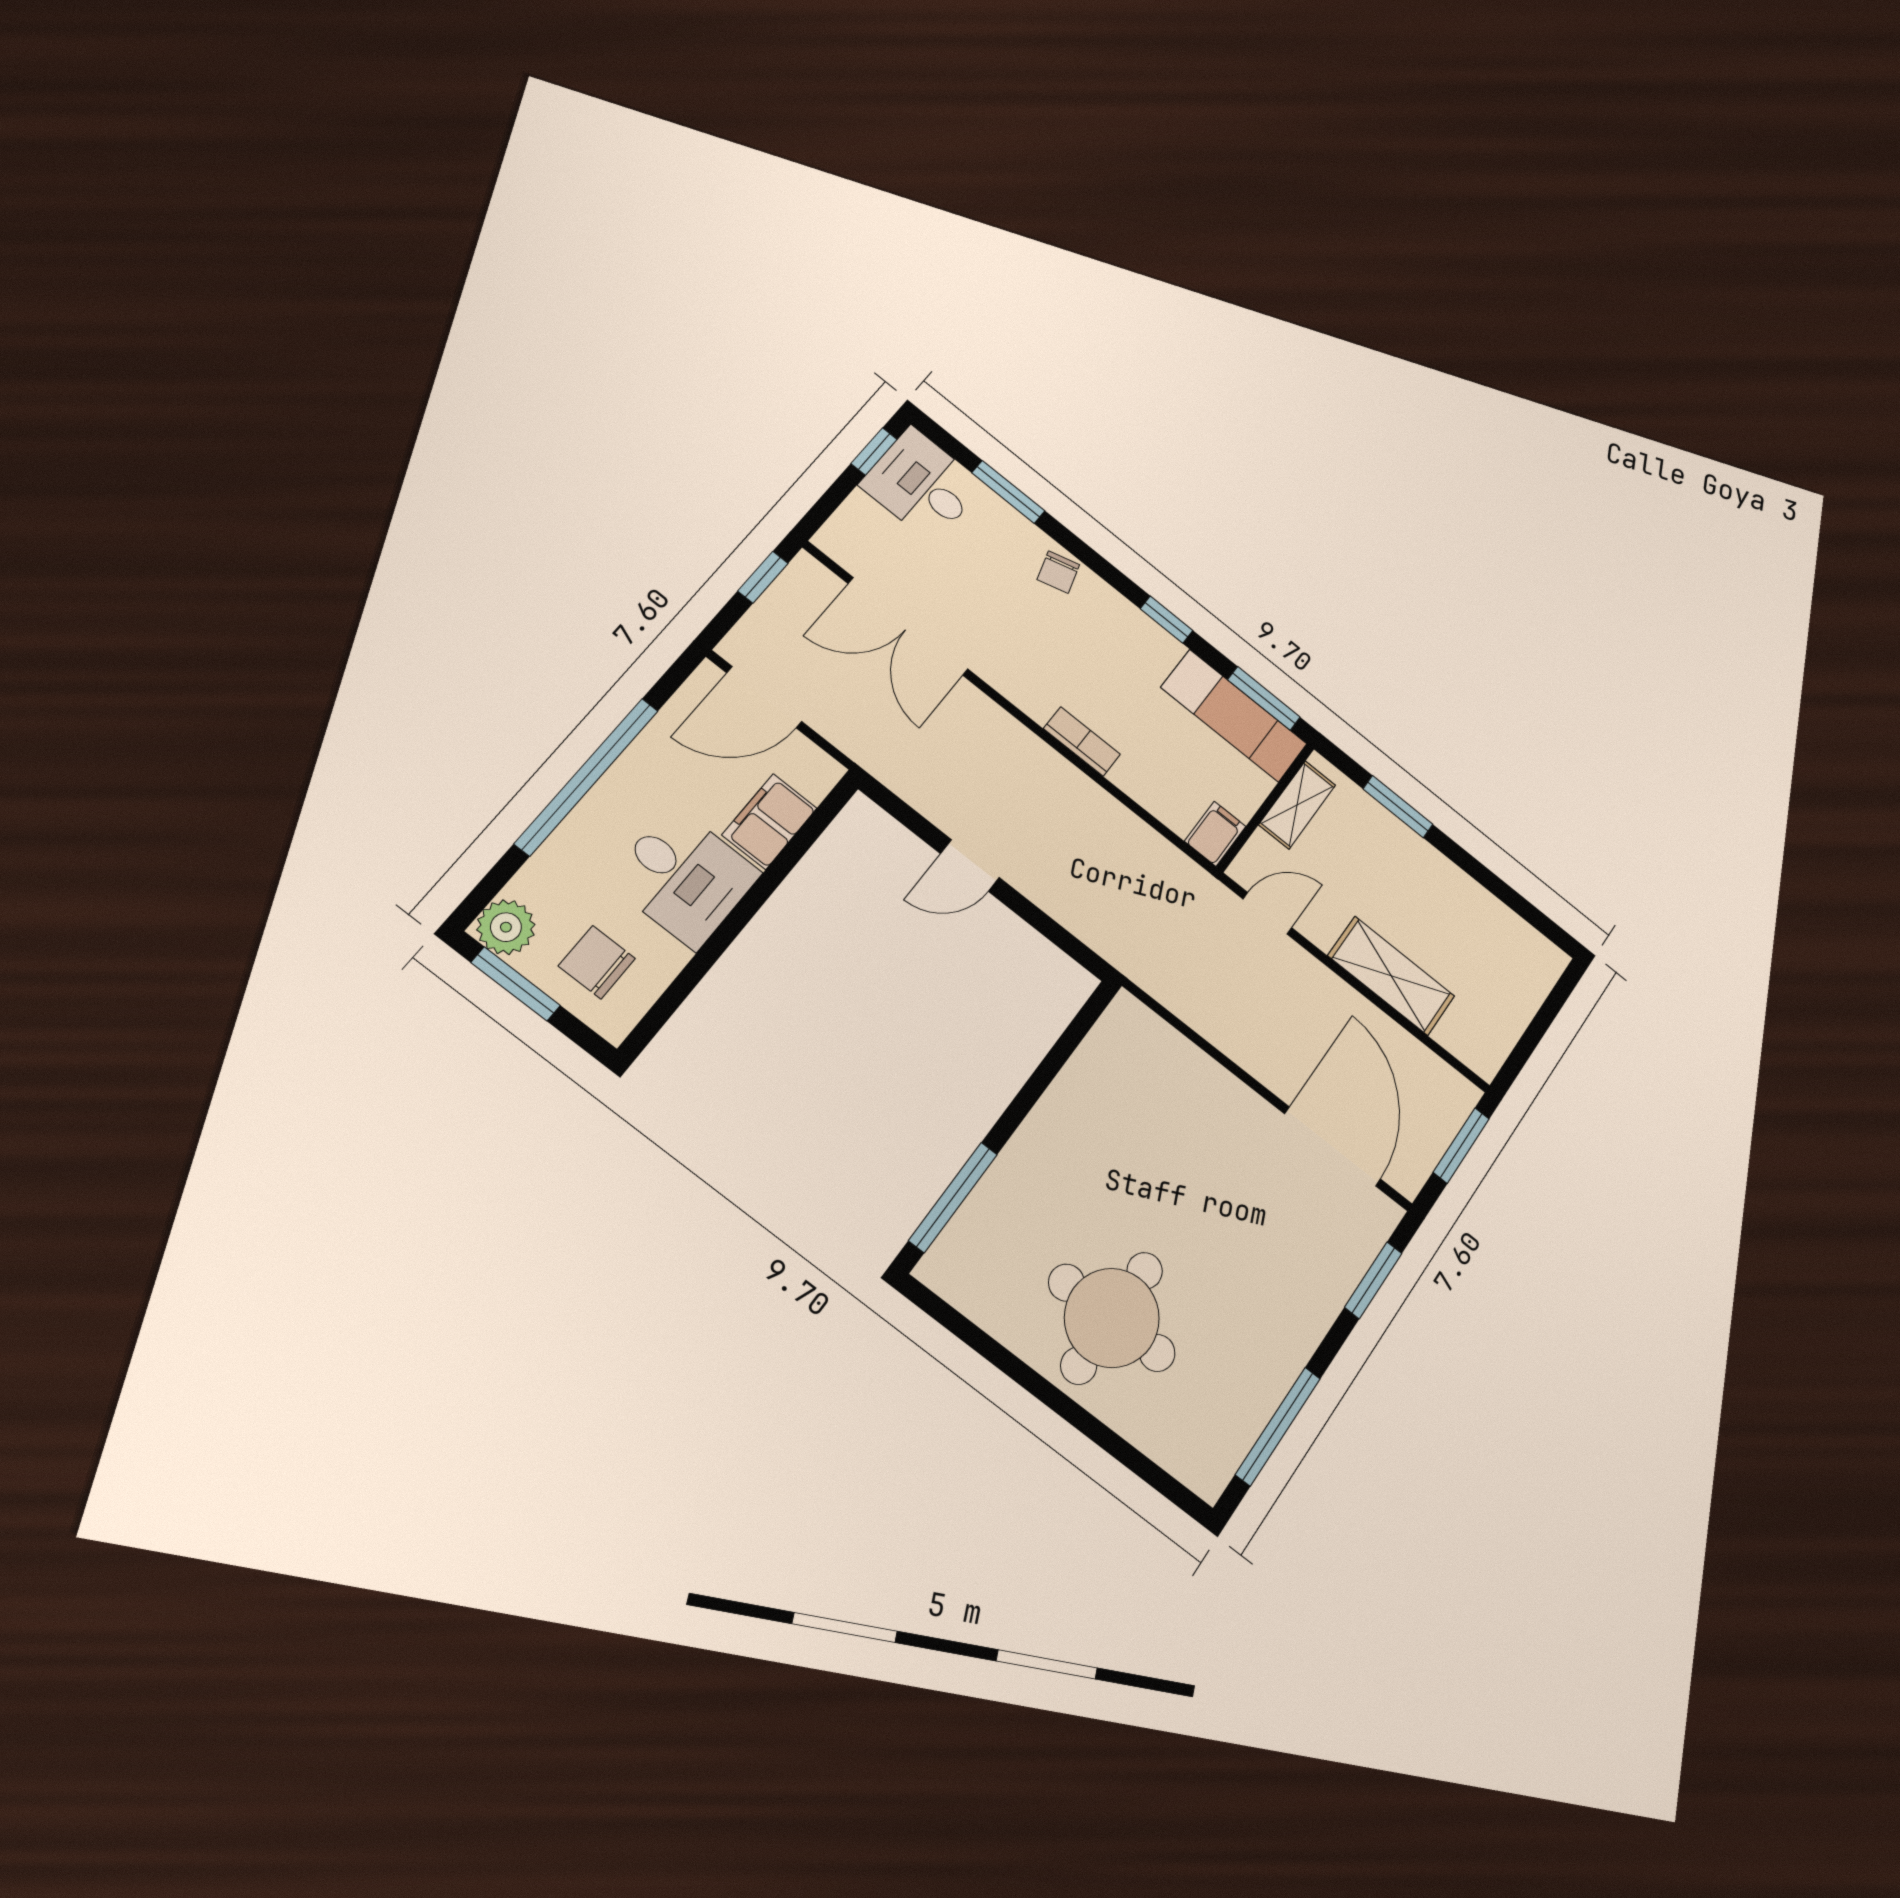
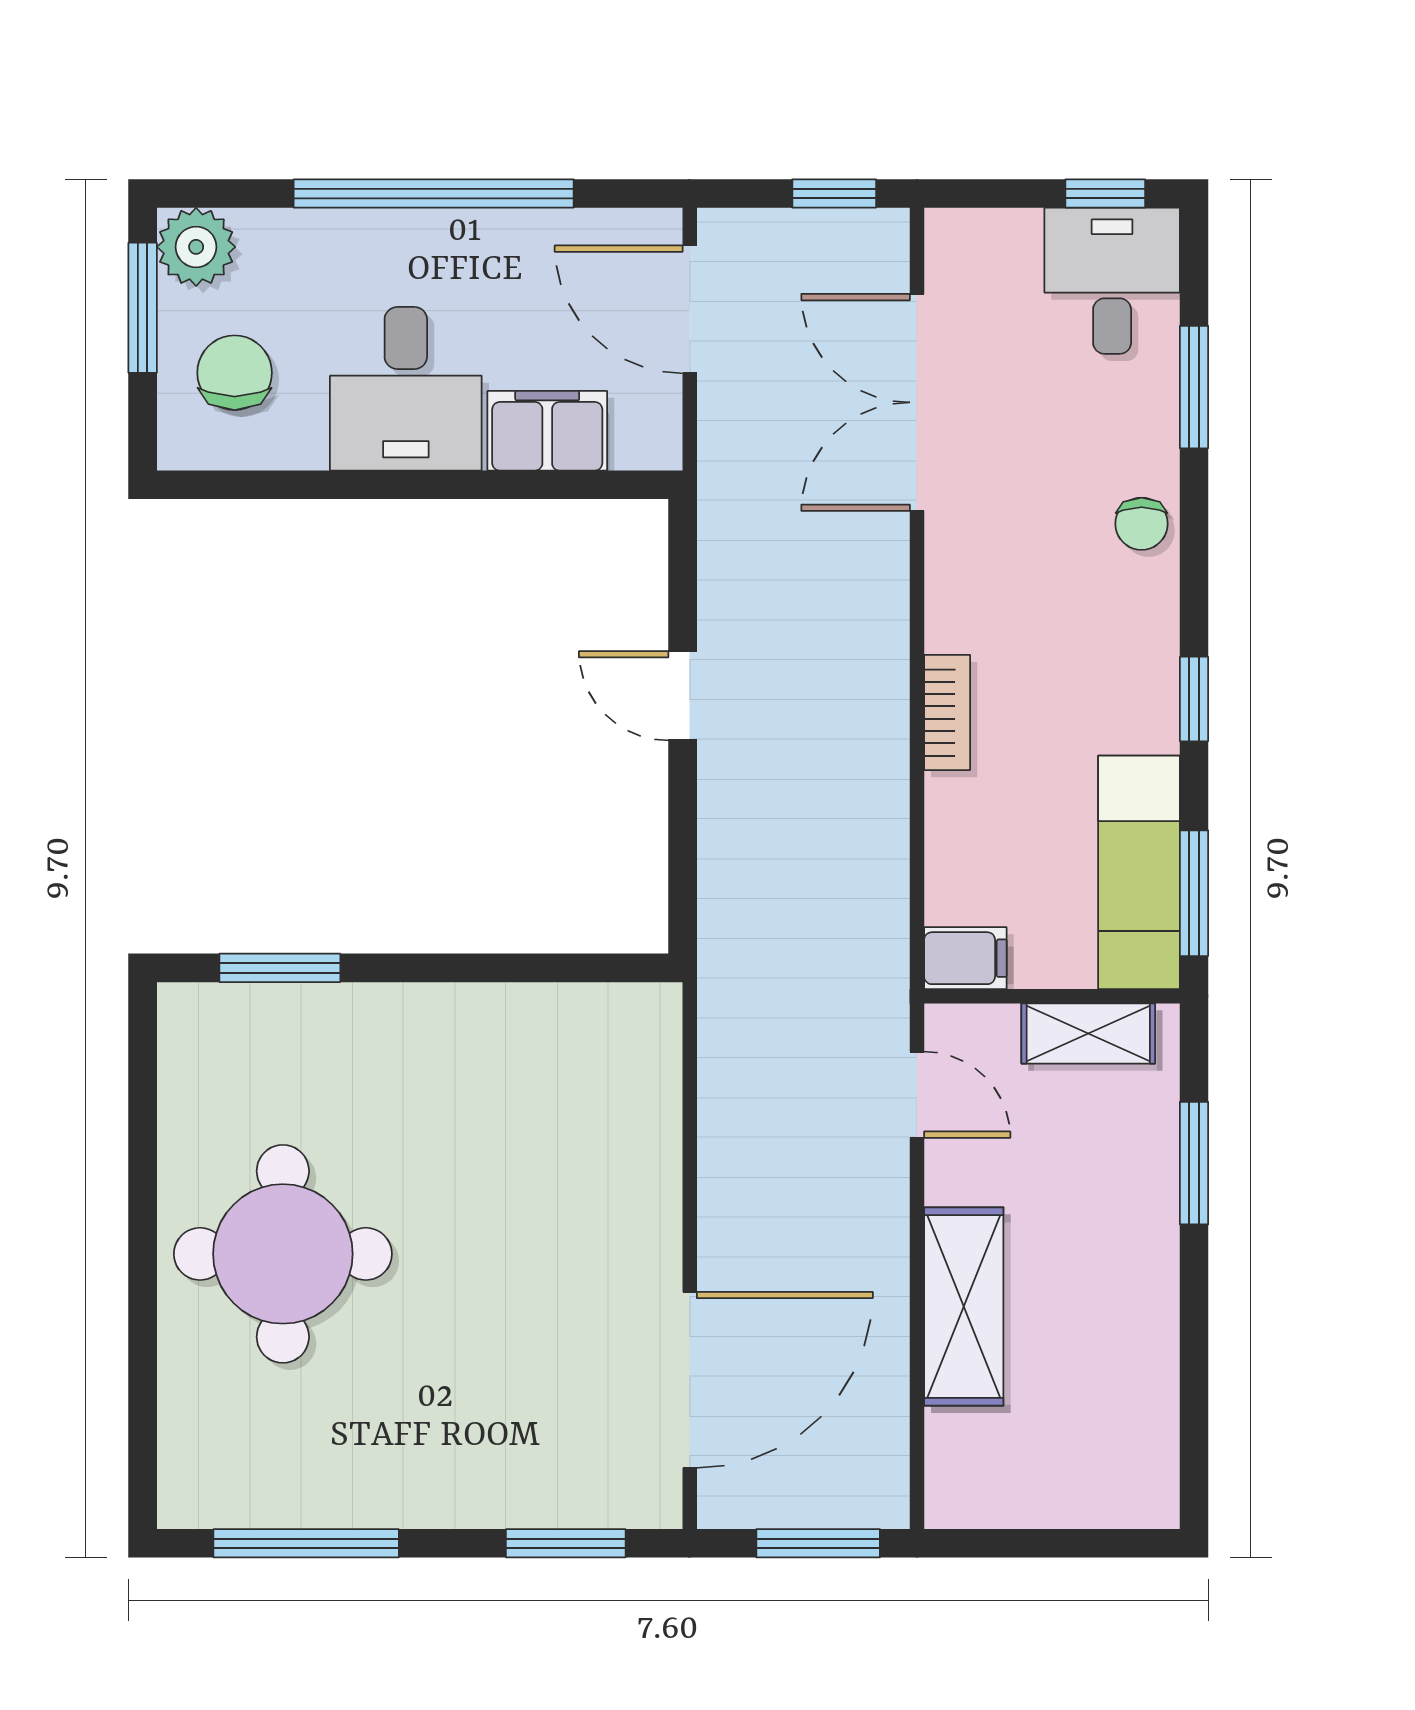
chair: (1058, 572) -> (1142, 524), turned -74
window: (953, 1197) -> (280, 968), width x0.69

